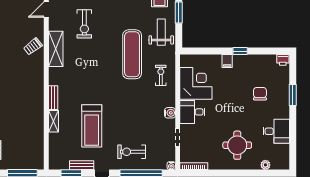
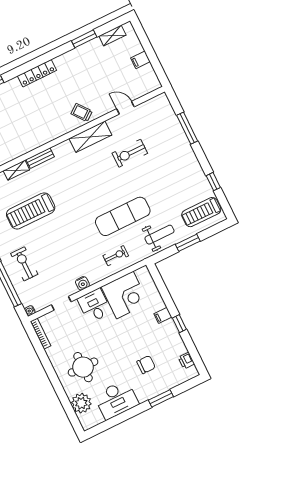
printer: (283, 60) -> (186, 361), moved
desk: (276, 131) -> (116, 400), width x1.37
plant: (265, 165) -> (81, 403), width x1.88, depth x1.88

